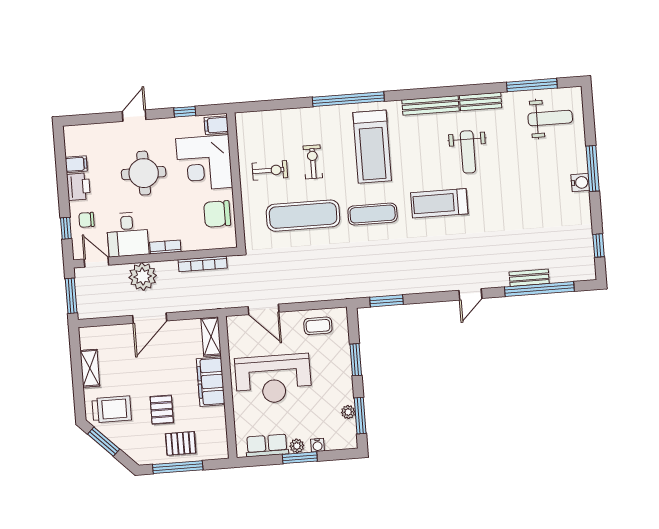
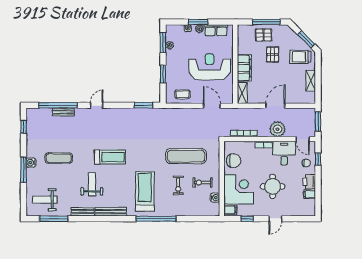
water cooler: (245, 145) -> (215, 198), added
exercise mat: (373, 214) -> (59, 158), moved

